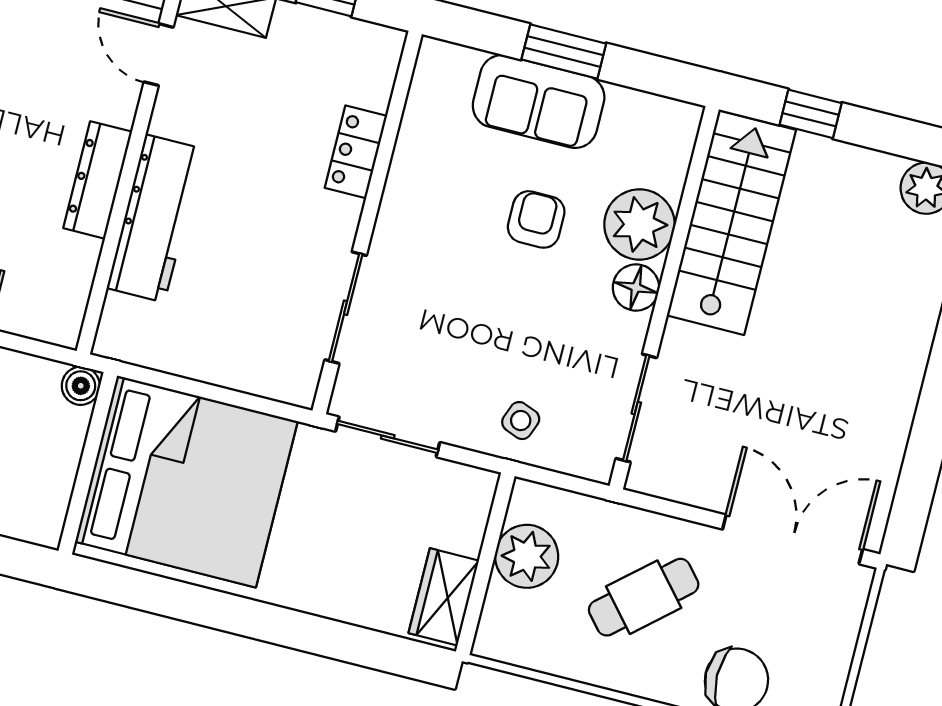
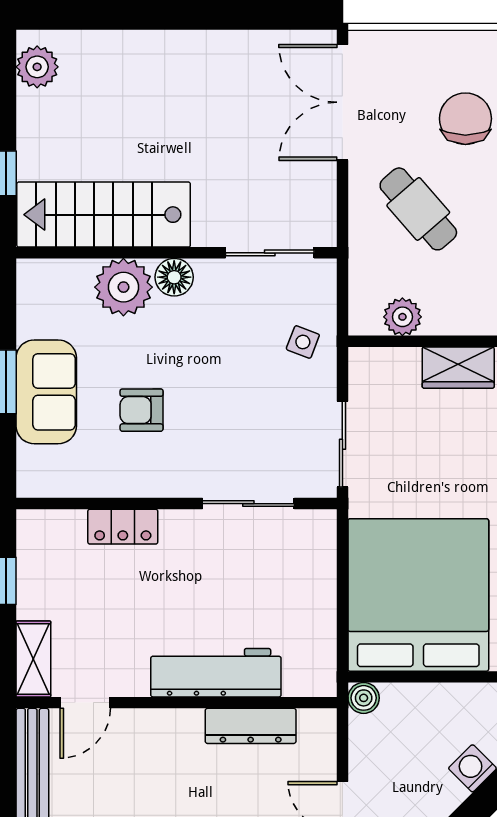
dresser: (98, 180) -> (251, 726), moved
armchair: (536, 219) -> (142, 410), moved
plant: (527, 556) -> (402, 317), width x0.73, depth x0.73

